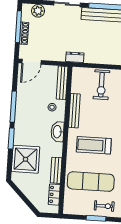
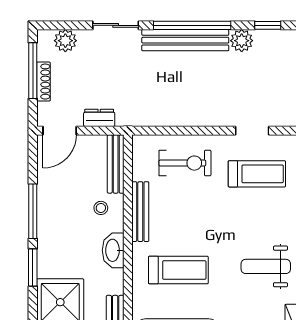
dresser: (75, 57) -> (99, 118), moved
exercise bike: (101, 85) -> (185, 163), turned -90
treadmill: (94, 145) -> (178, 270), turned 180

